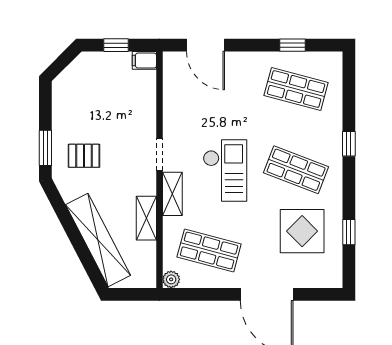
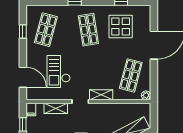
door: (206, 45) -> (23, 77), hinge flipped
shop shelf: (296, 170) -> (88, 30), turned -30
checkout: (225, 171) -> (59, 72), moved, turned -90
shelving: (146, 218) -> (56, 108), moved

